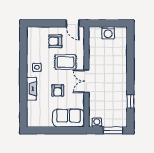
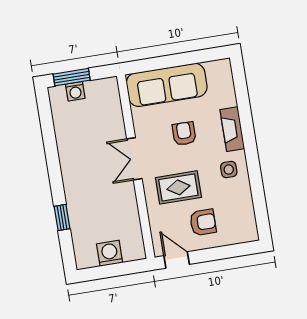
double door: (87, 81) -> (134, 159), swing flipped
window: (130, 102) -> (62, 218), moved
sofa: (69, 118) -> (167, 85), width x1.36
washing machine: (97, 123) -> (75, 91), moved

